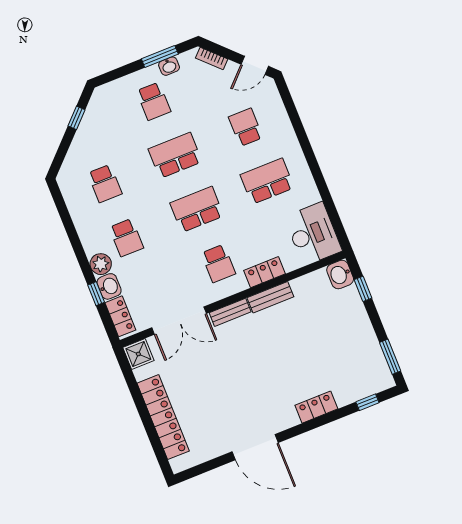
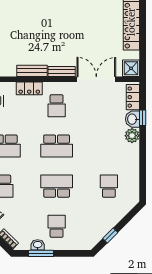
school desk: (175, 155) -> (57, 186), turned 180
school desk: (126, 238) -> (109, 146), removed
school desk: (218, 263) -> (57, 106), turned 180

